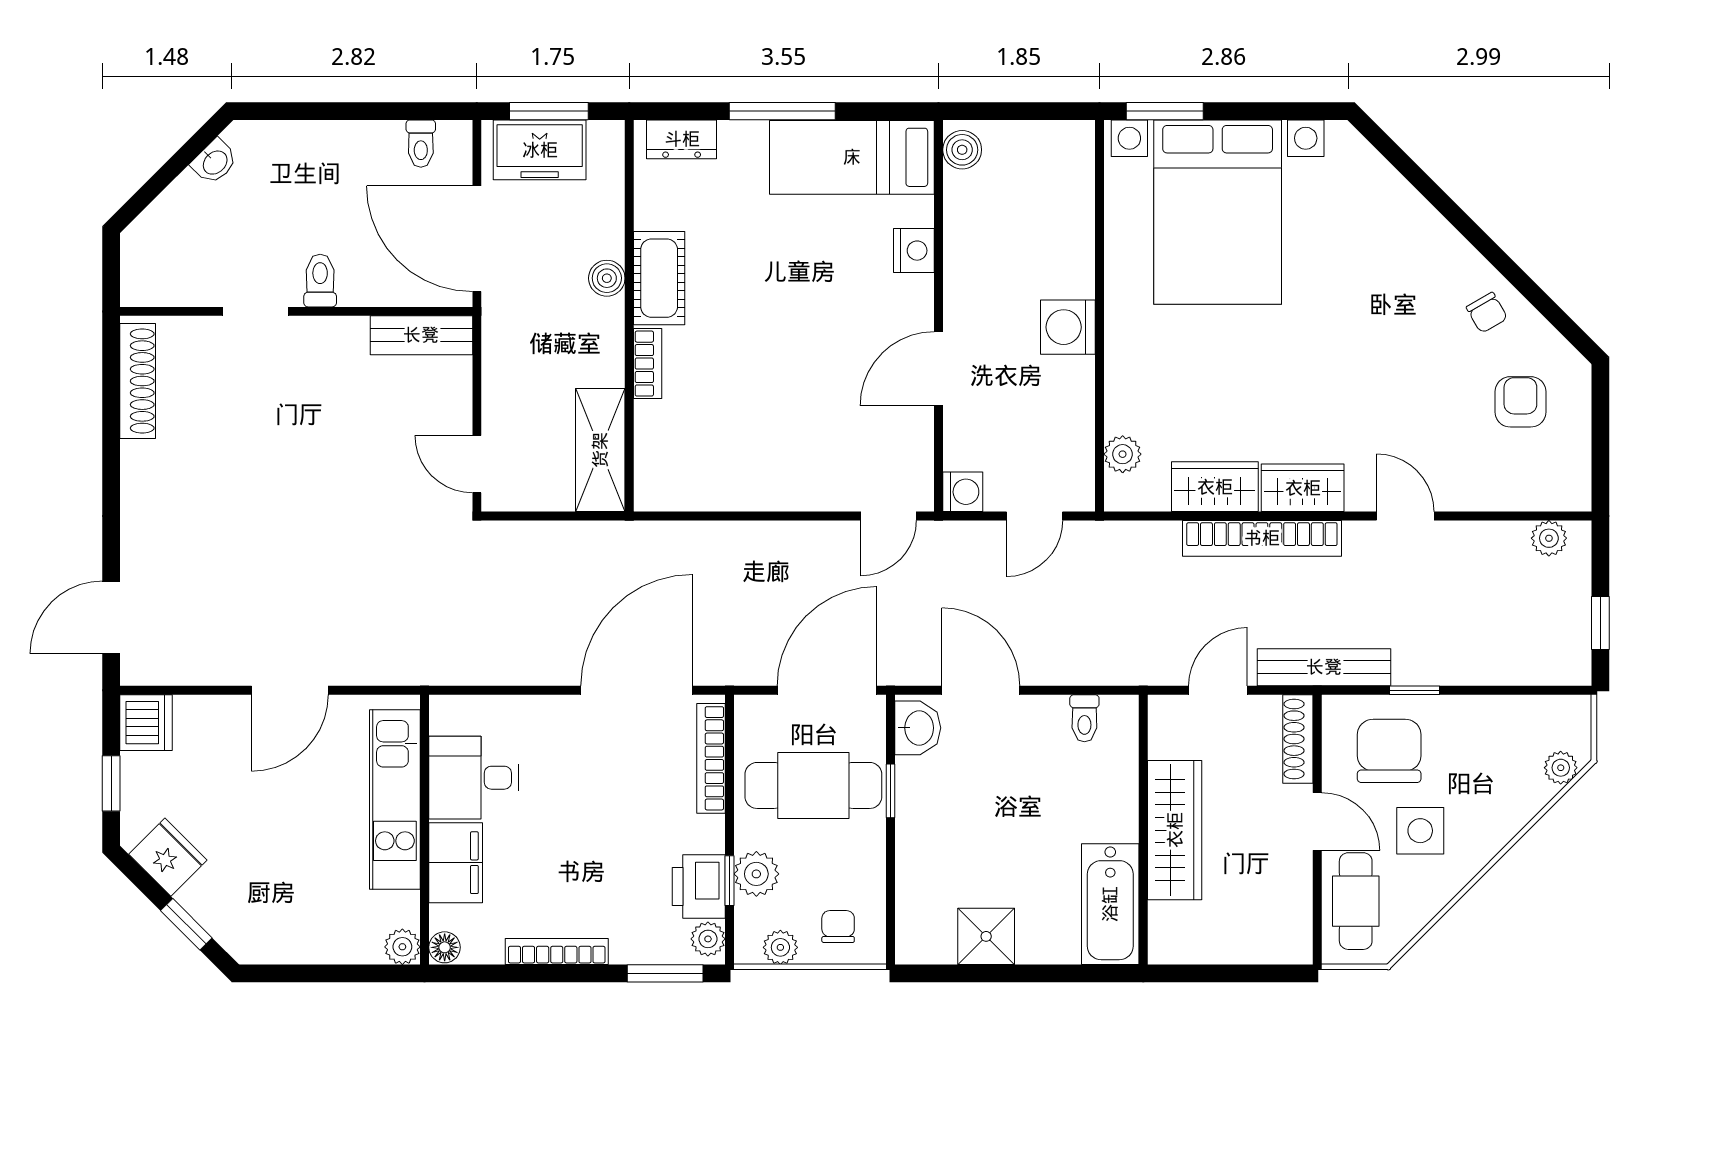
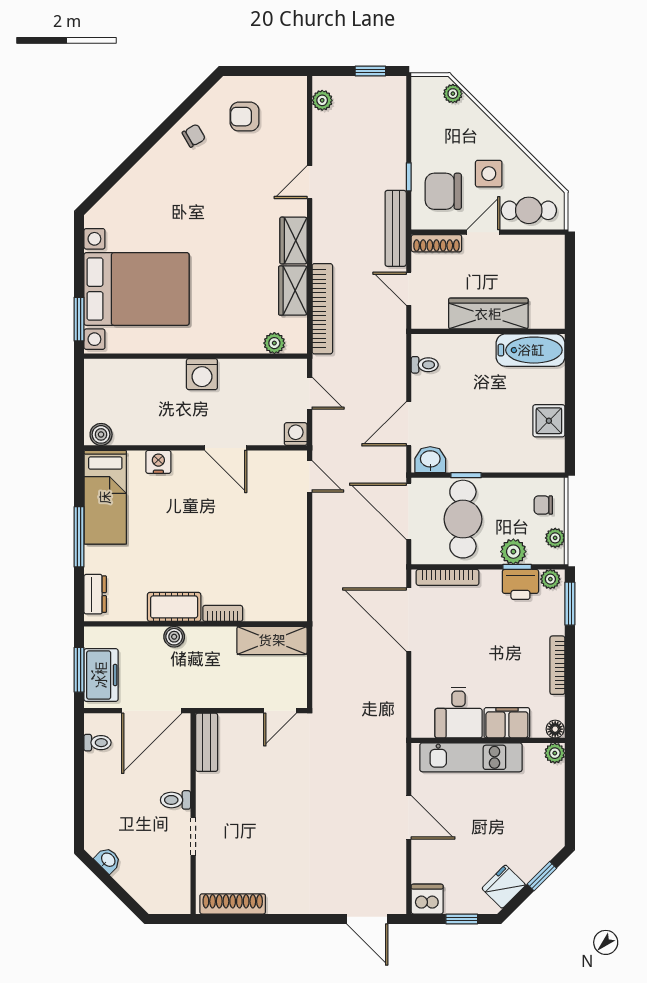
bookcase: (1262, 538) -> (322, 309), moved

